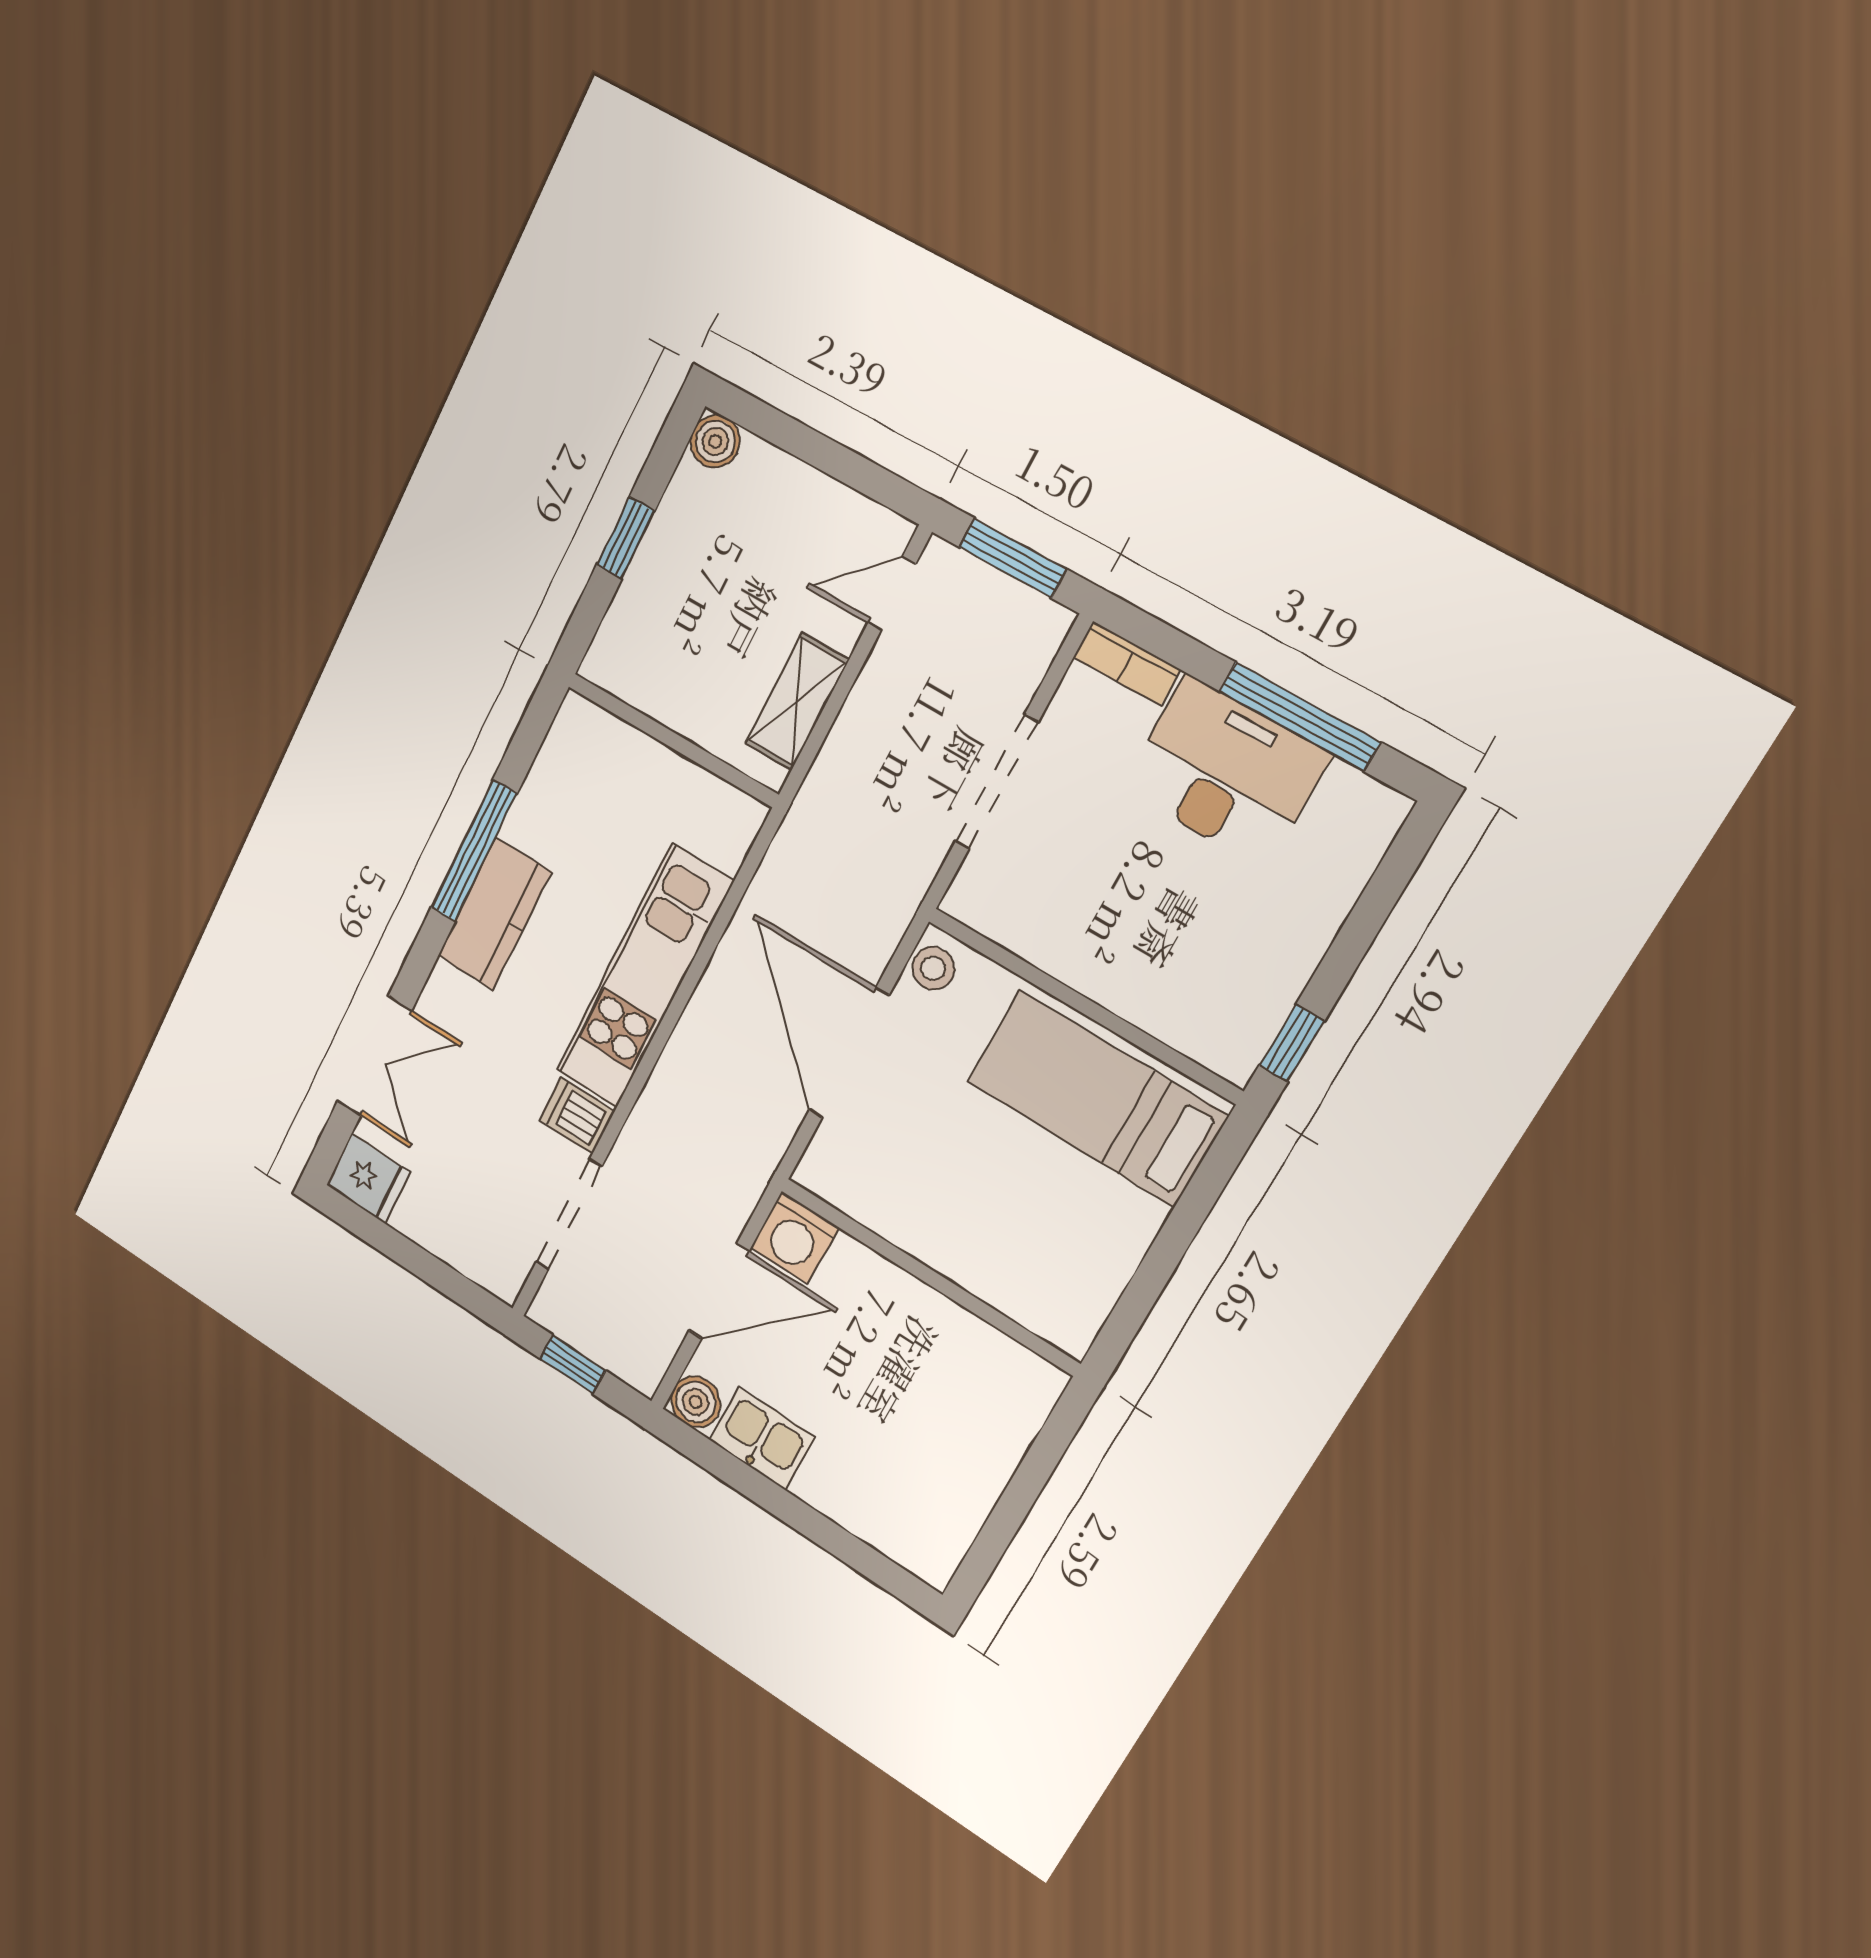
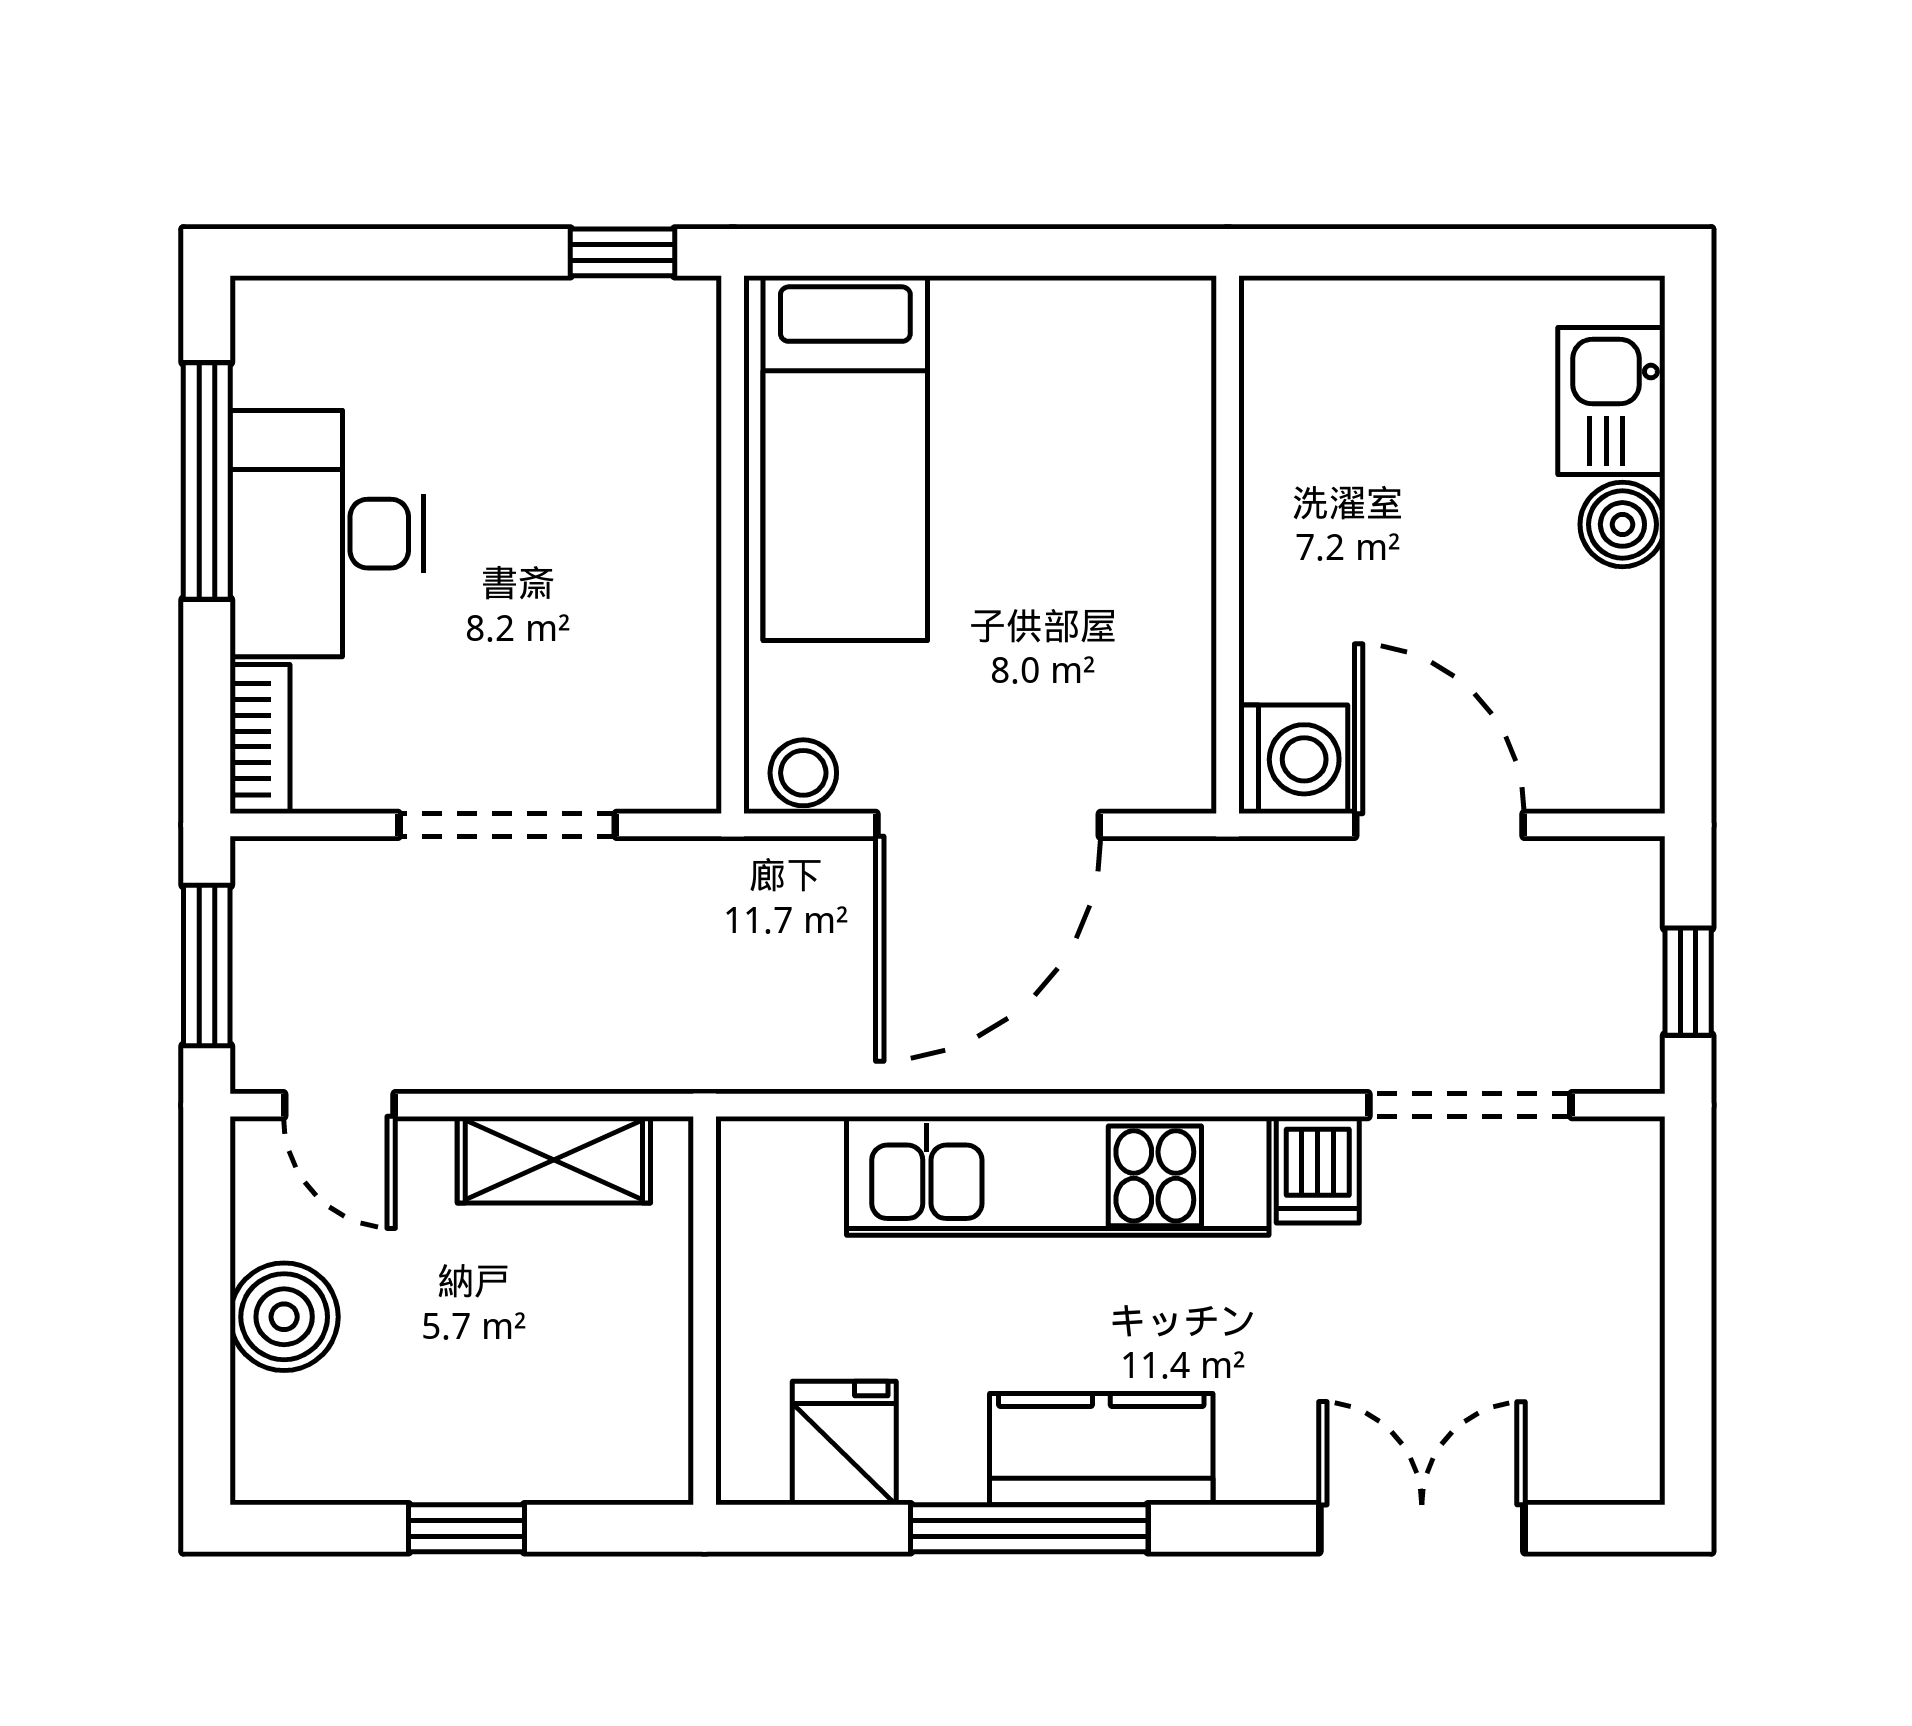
boiler: (715, 441) -> (284, 1317), moved, width x1.36, depth x1.36
fridge: (368, 1178) -> (844, 1443), moved
boiler: (696, 1402) -> (1622, 524), moved
kitchen sink: (762, 1438) -> (1611, 401), moved

